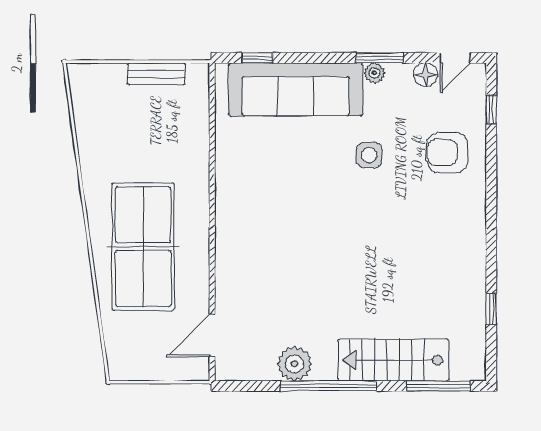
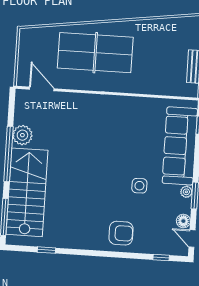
armchair: (447, 152) -> (121, 233), moved, turned 90
stairs: (393, 360) -> (27, 192), width x1.36, depth x1.51

